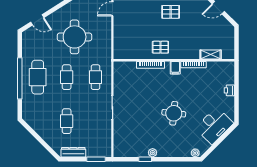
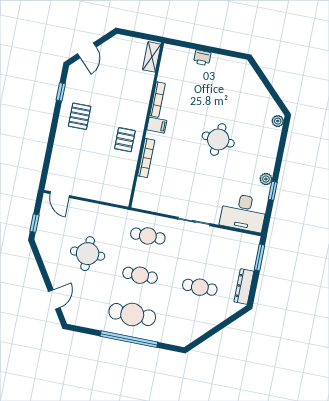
round table: (75, 37) -> (88, 254), width x0.73, depth x0.73
shelving: (211, 55) -> (152, 57), moved
desk: (214, 126) -> (243, 213), moved, turned 135

